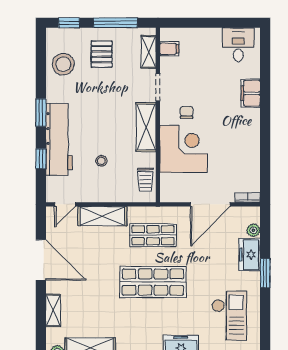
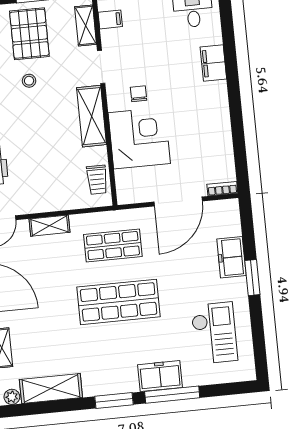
pallet: (102, 54) -> (29, 34), width x1.50, depth x1.42
stool: (101, 161) -> (29, 81), moved
shelving: (102, 216) -> (49, 226), width x0.67, depth x0.75
plant: (253, 230) -> (233, 228), removed

